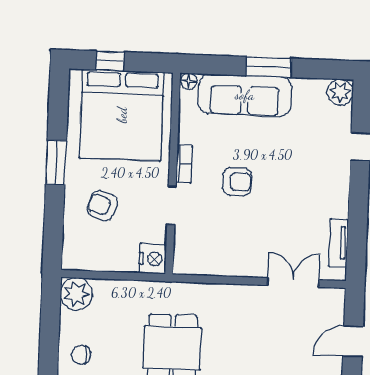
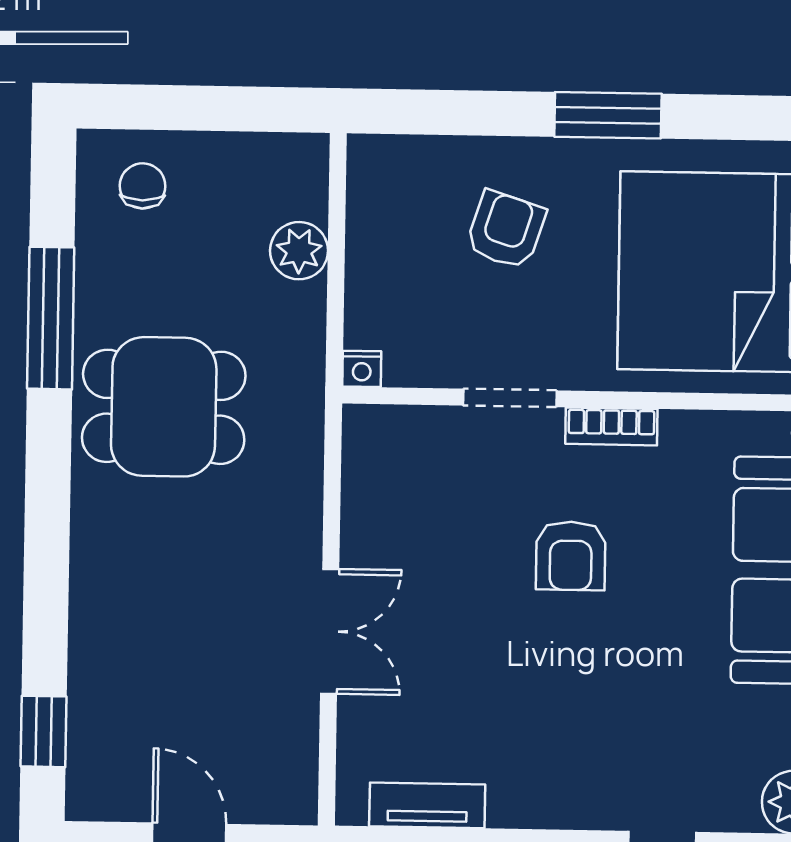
nightstand: (153, 259) -> (362, 369), width x0.53, depth x0.56
double door: (293, 283) -> (330, 631), moved
plant: (76, 294) -> (299, 251), moved, width x0.73, depth x0.73

